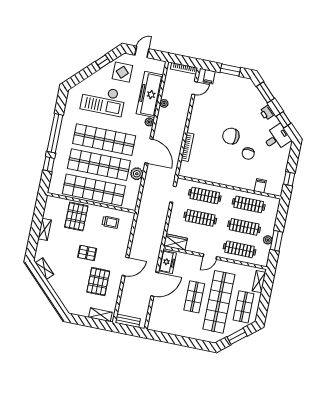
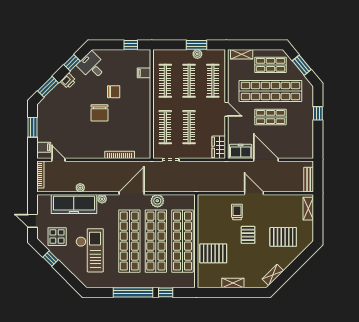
trolley: (110, 222) -> (237, 212), moved
pallet: (98, 282) -> (283, 237), moved
window: (189, 342) -> (318, 113), added

